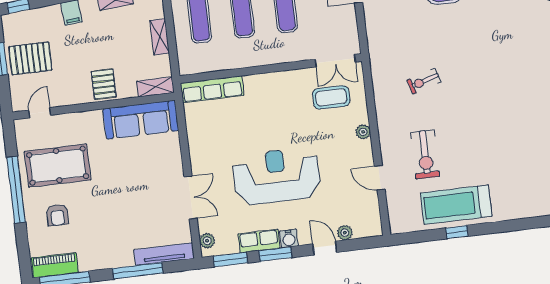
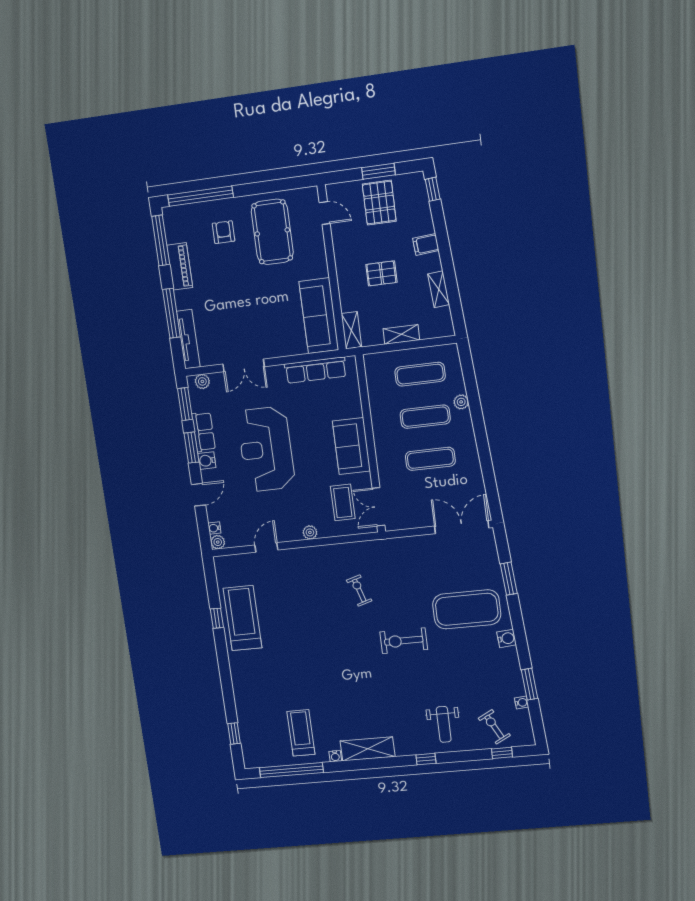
pallet: (104, 84) -> (381, 273), moved
sofa: (273, 88) -> (351, 446), added
row of seats: (212, 89) -> (316, 370), moved, turned -90
exercise bike: (425, 154) -> (404, 641), moved
reception desk: (277, 176) -> (266, 449), turned 180
window: (16, 190) -> (201, 196), moved
armchair: (57, 215) -> (224, 232), turned 90
water cooler: (360, 232) -> (214, 528), added
plant: (345, 233) -> (218, 542), moved
piano: (55, 265) -> (180, 266), moved

